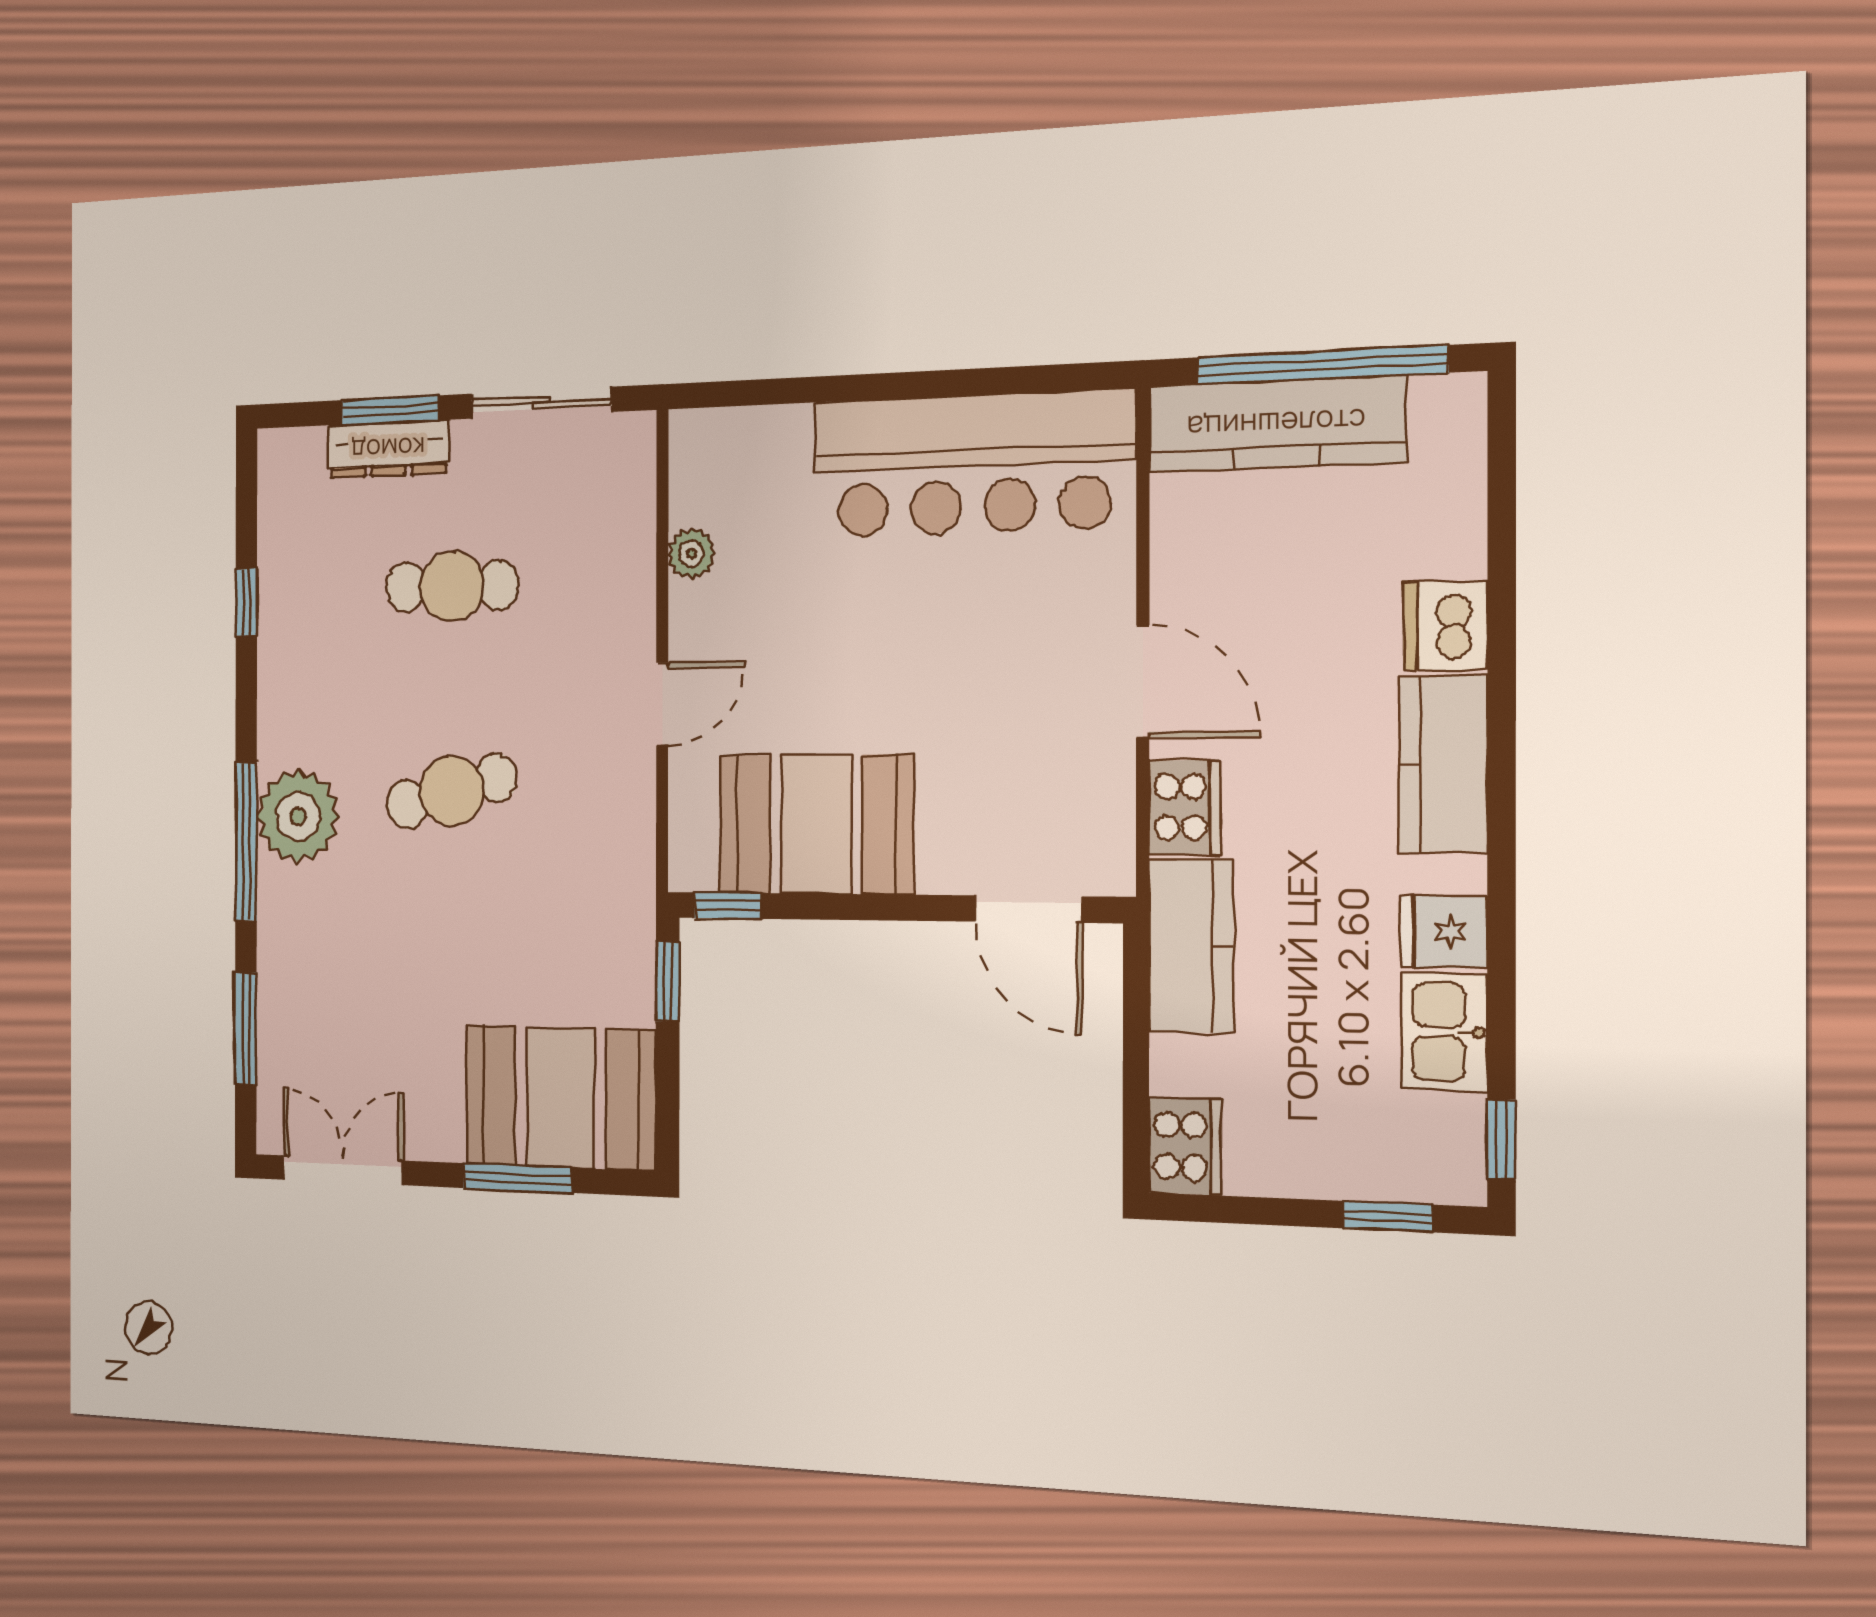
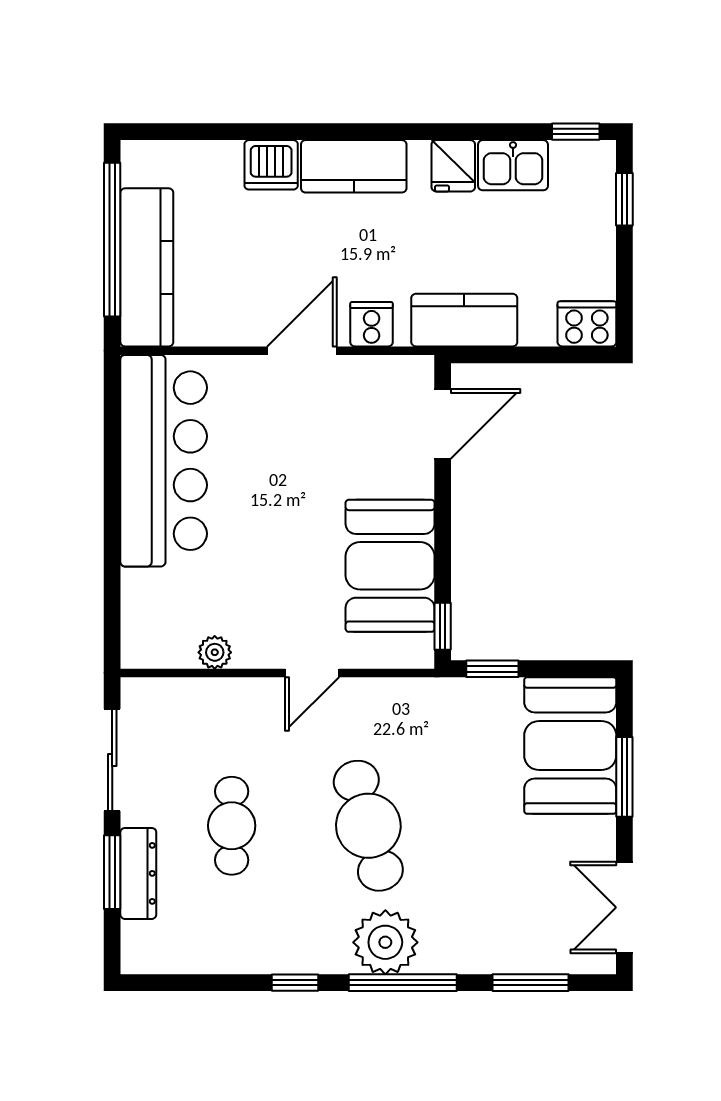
window: (246, 602) -> (295, 983), moved
door: (662, 704) -> (312, 673), swing flipped
cafe table: (452, 791) -> (368, 826), width x1.37, depth x1.35
cooker: (1185, 807) -> (372, 324), width x0.73

